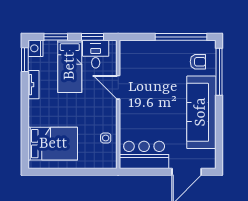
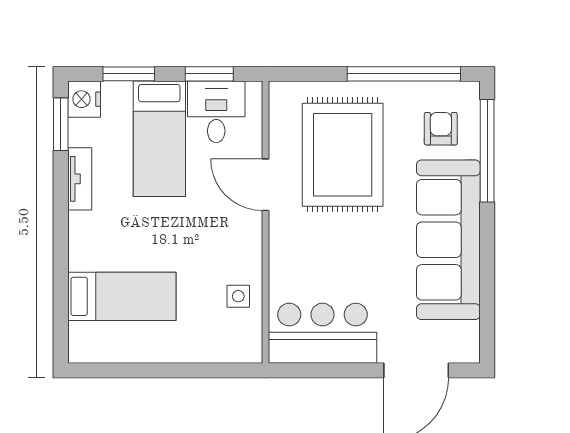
armchair: (198, 62) -> (441, 129), turned -90
rug: (153, 74) -> (343, 155), added
bed: (53, 144) -> (122, 296), width x0.67

